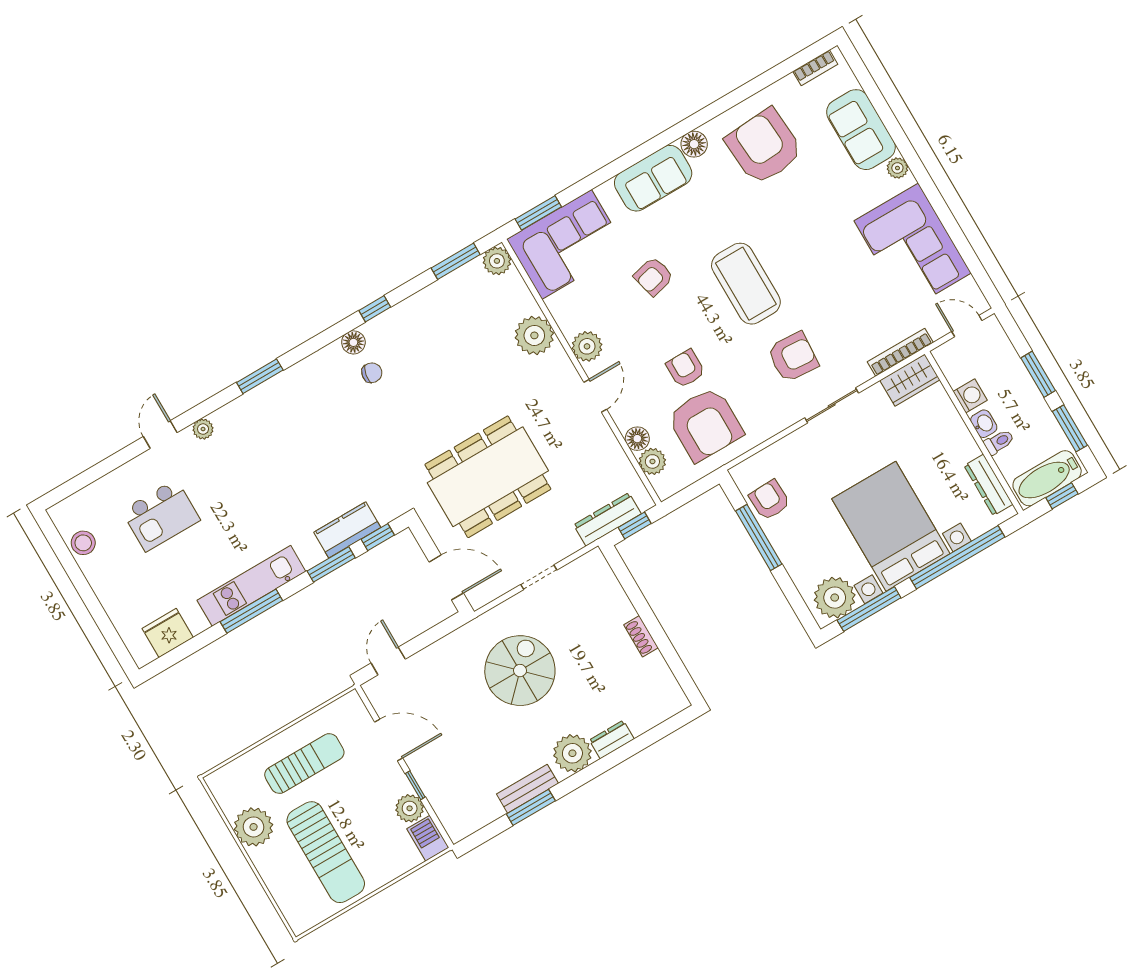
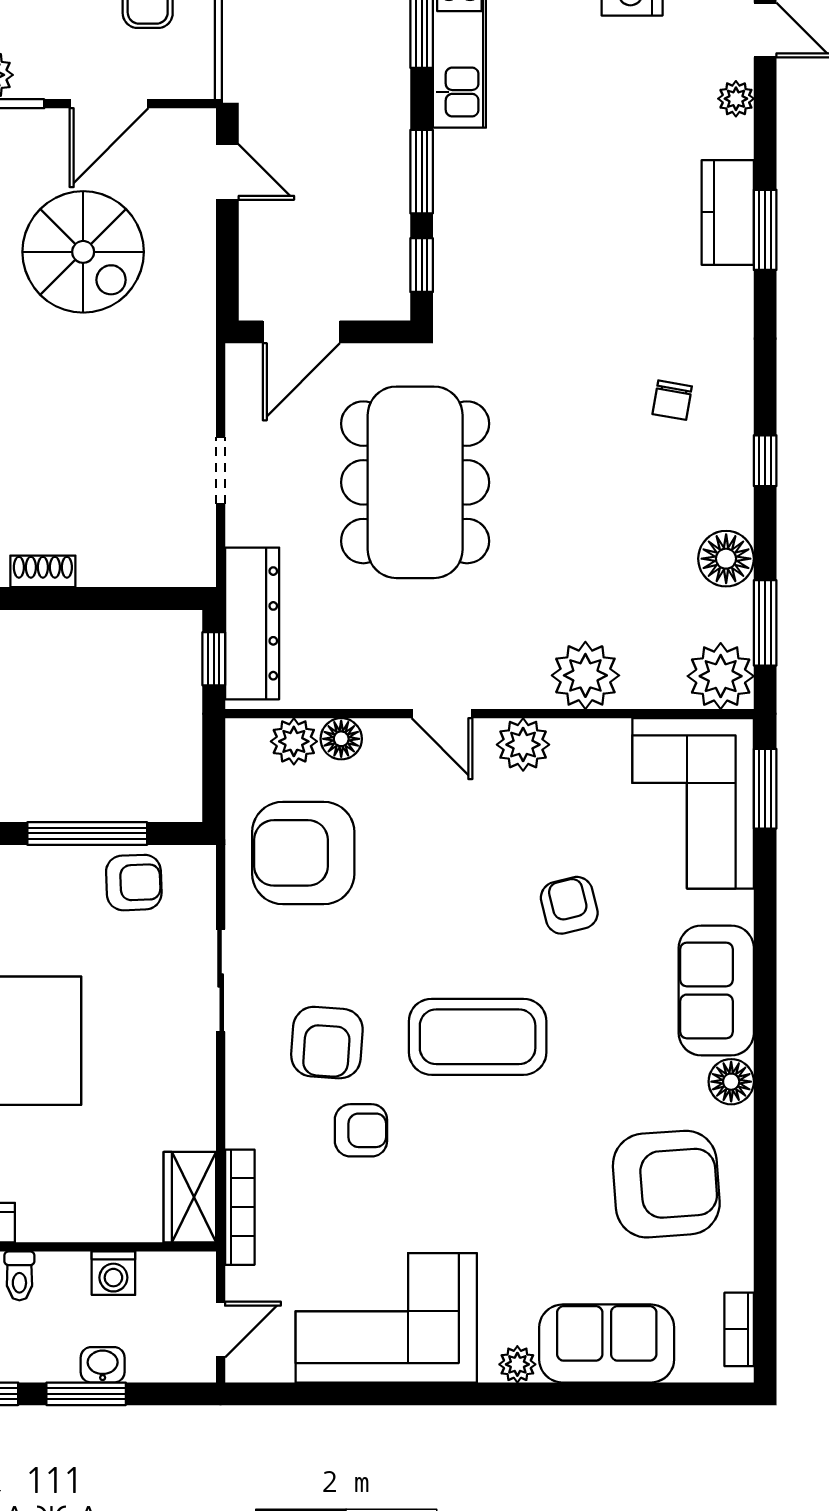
plant: (497, 261) -> (721, 676), width x1.36, depth x1.36
floor lamp: (353, 342) -> (726, 559), moved, width x1.38, depth x1.38
armchair: (686, 369) -> (361, 1130), moved
sliding door: (832, 405) -> (221, 980), moved
washbasin: (984, 424) -> (103, 1365), moved, turned 180
dresser: (607, 519) -> (252, 623), width x1.37, depth x1.24
kitchen counter: (347, 530) -> (728, 212), moved, turned 180
spiral stairs: (520, 671) -> (83, 252), moved

